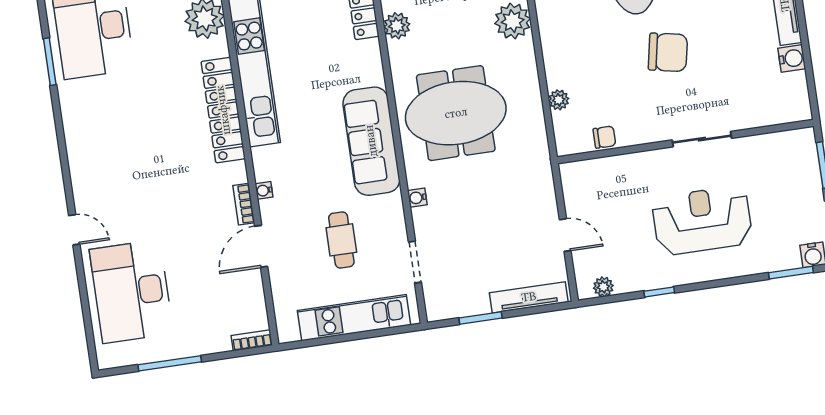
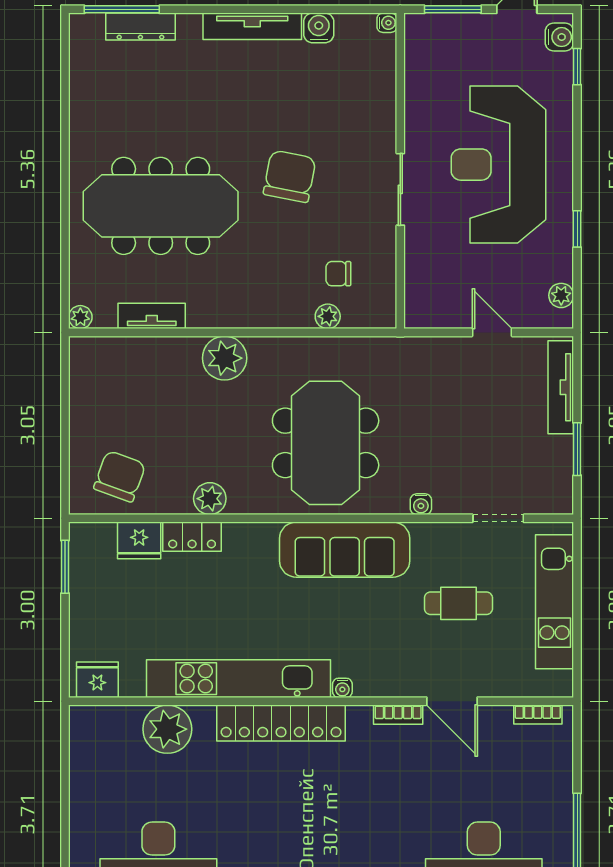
water cooler: (804, 113) -> (387, 23), added
chair: (604, 137) -> (338, 274), moved, turned -90
sliding door: (702, 139) -> (400, 189), moved
water cooler: (264, 190) -> (342, 688), moved
reception desk: (702, 220) -> (498, 165), width x1.36, depth x1.30
door: (565, 235) -> (492, 332), hinge flipped
window: (791, 273) -> (577, 67), width x0.67
bookcase: (252, 340) -> (538, 714), moved, turned -90

